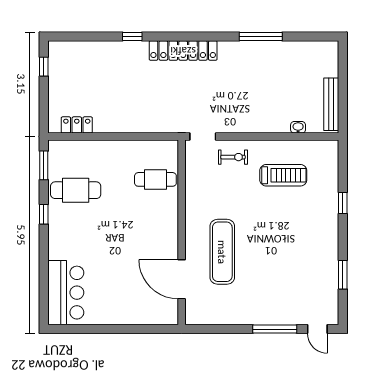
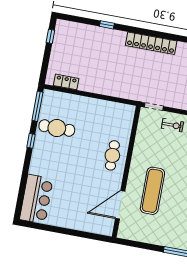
window: (132, 37) -> (107, 25), moved
window: (44, 165) -> (37, 106), width x1.44
cafe table: (155, 179) -> (112, 155), moved, turned 90
door: (182, 279) -> (120, 205), hinge flipped

